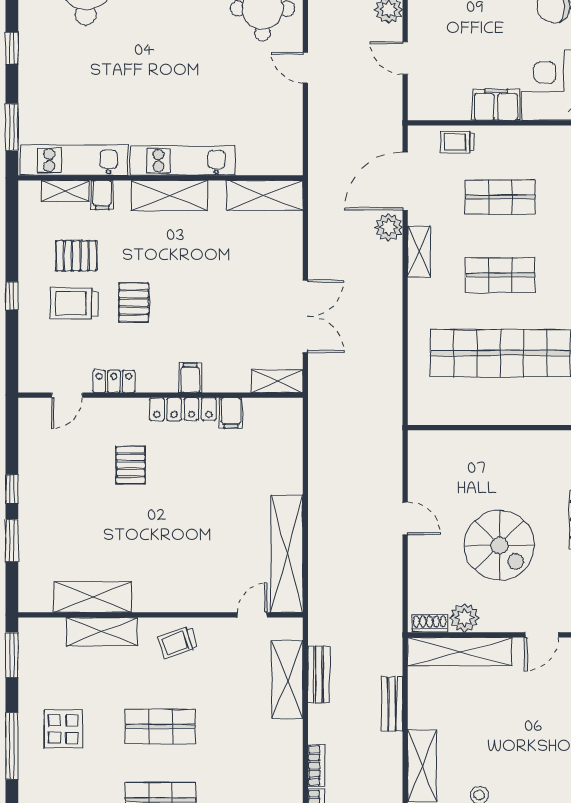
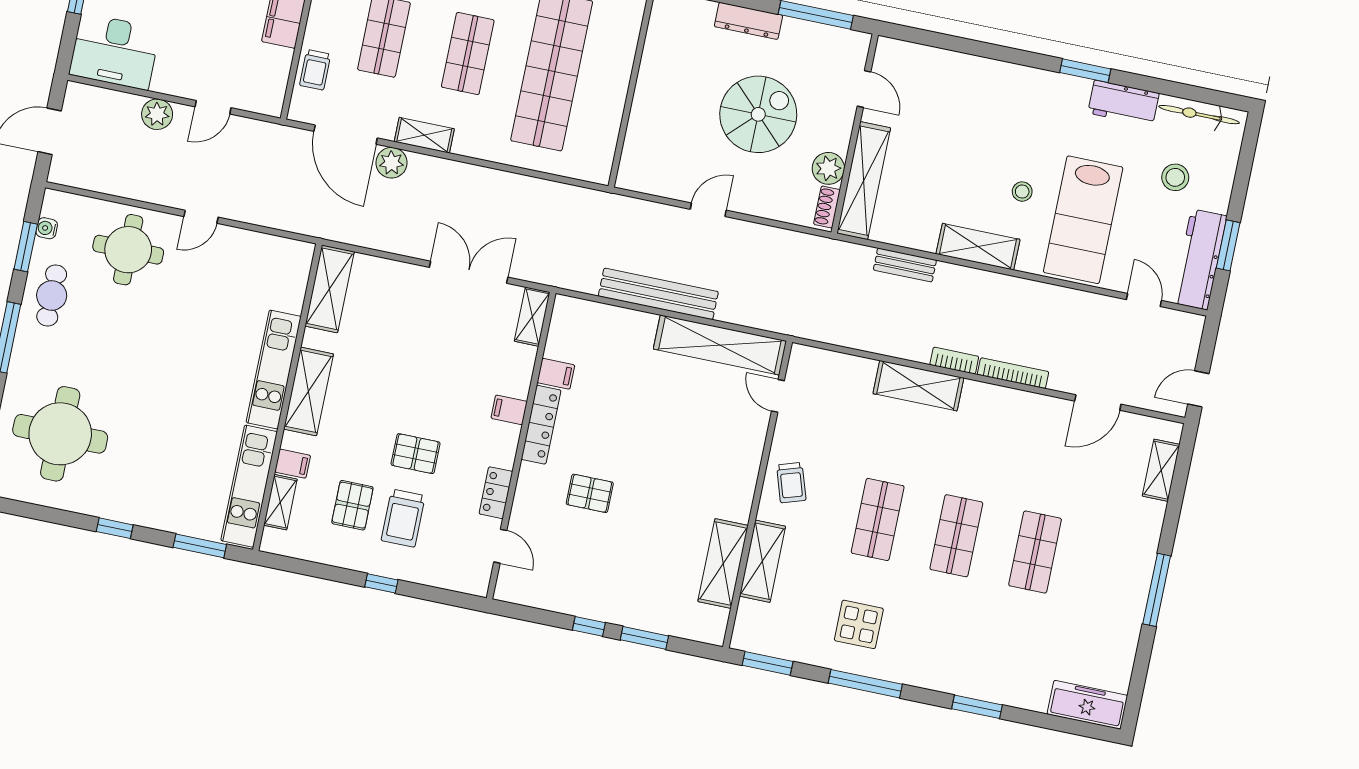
bench: (319, 674) -> (658, 294), moved, width x1.86, depth x1.21
shelving: (287, 680) -> (918, 386), moved

